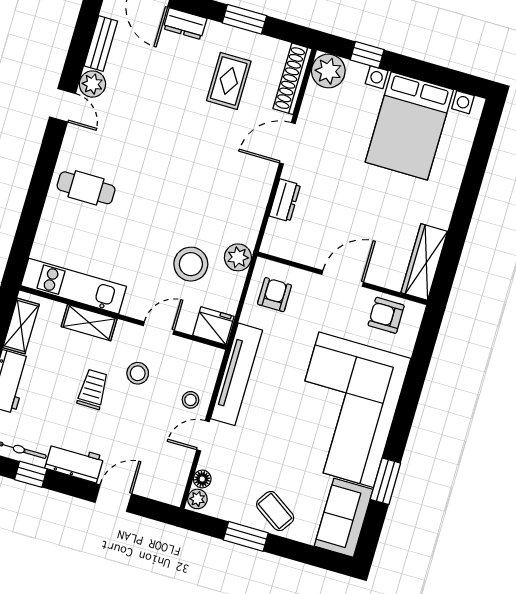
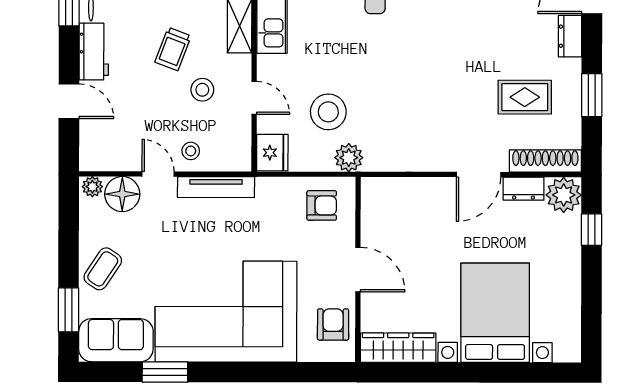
bed with nightstands: (409, 126) -> (495, 313), moved, turned 90
door: (287, 143) -> (479, 175), swing flipped
dresser: (285, 200) -> (524, 189), moved
tv unit: (236, 374) -> (216, 187), width x0.73, depth x0.78
trolley: (93, 389) -> (173, 49), turned 111
floor lamp: (202, 479) -> (122, 194), width x1.89, depth x1.89
window: (246, 536) -> (69, 310), moved

